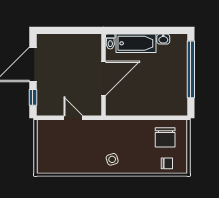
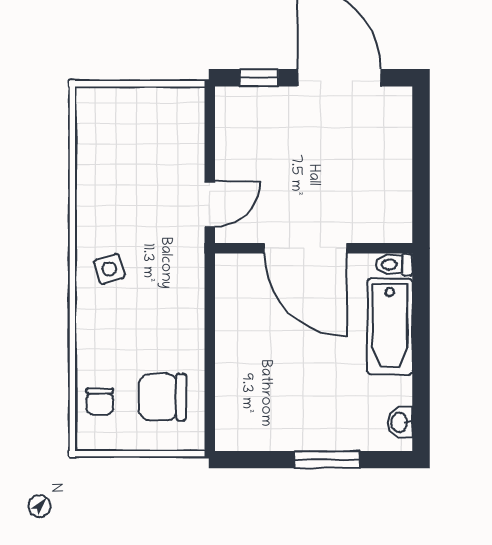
washbasin: (163, 39) -> (400, 422), moved
window: (191, 69) -> (327, 460), width x0.47
door: (73, 118) -> (210, 204), moved

